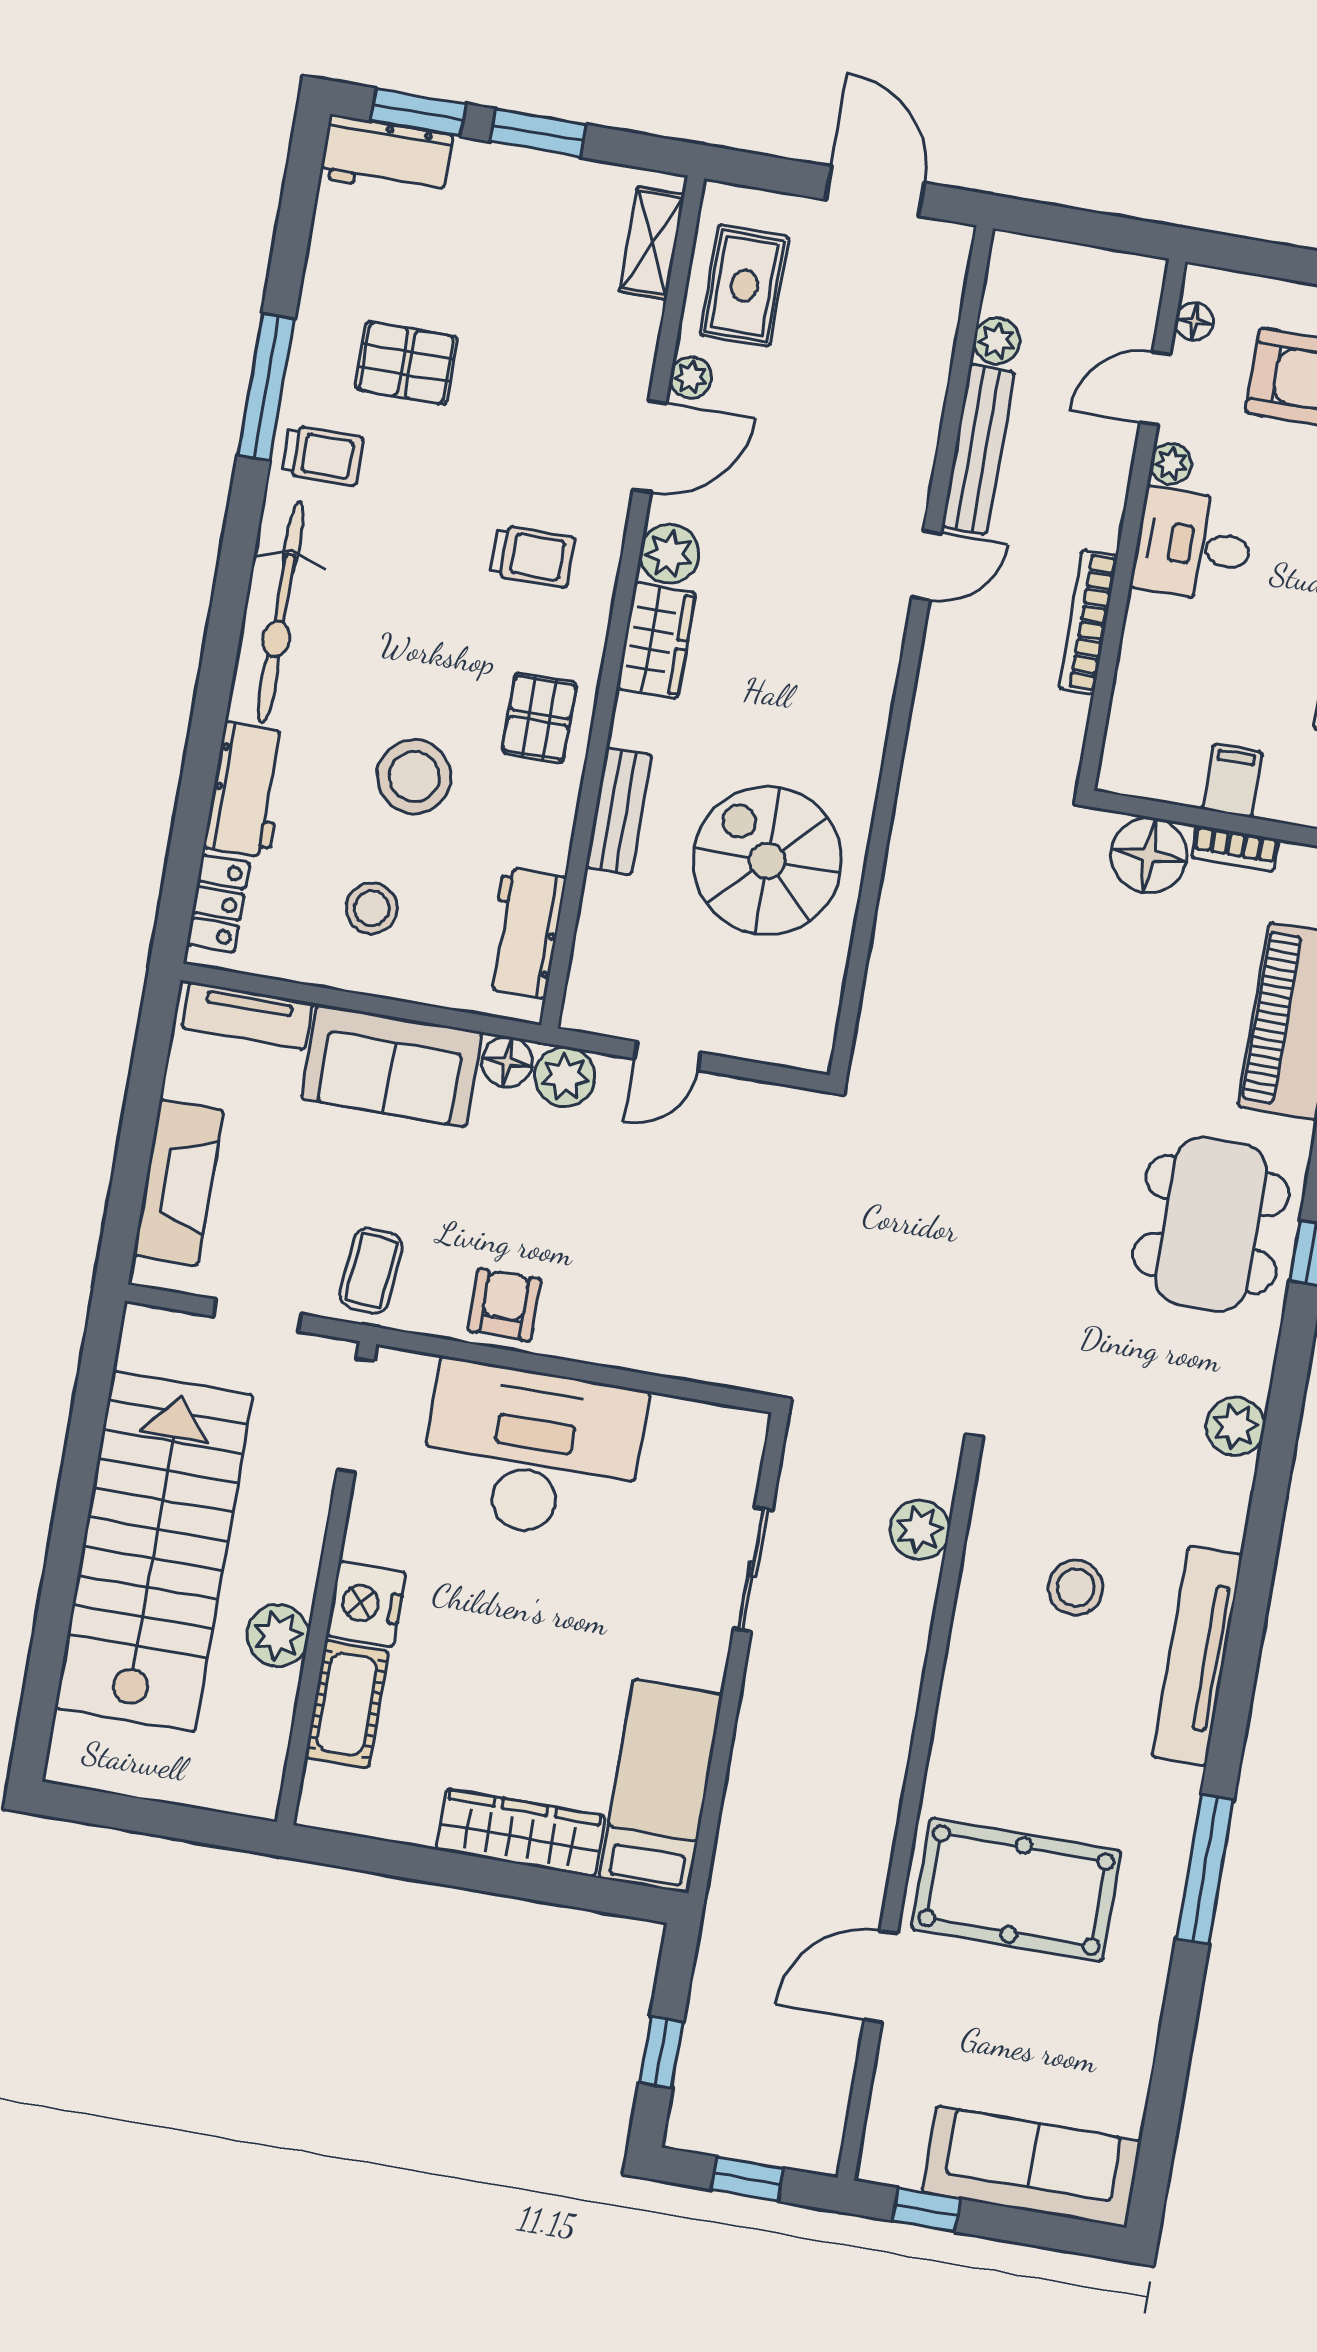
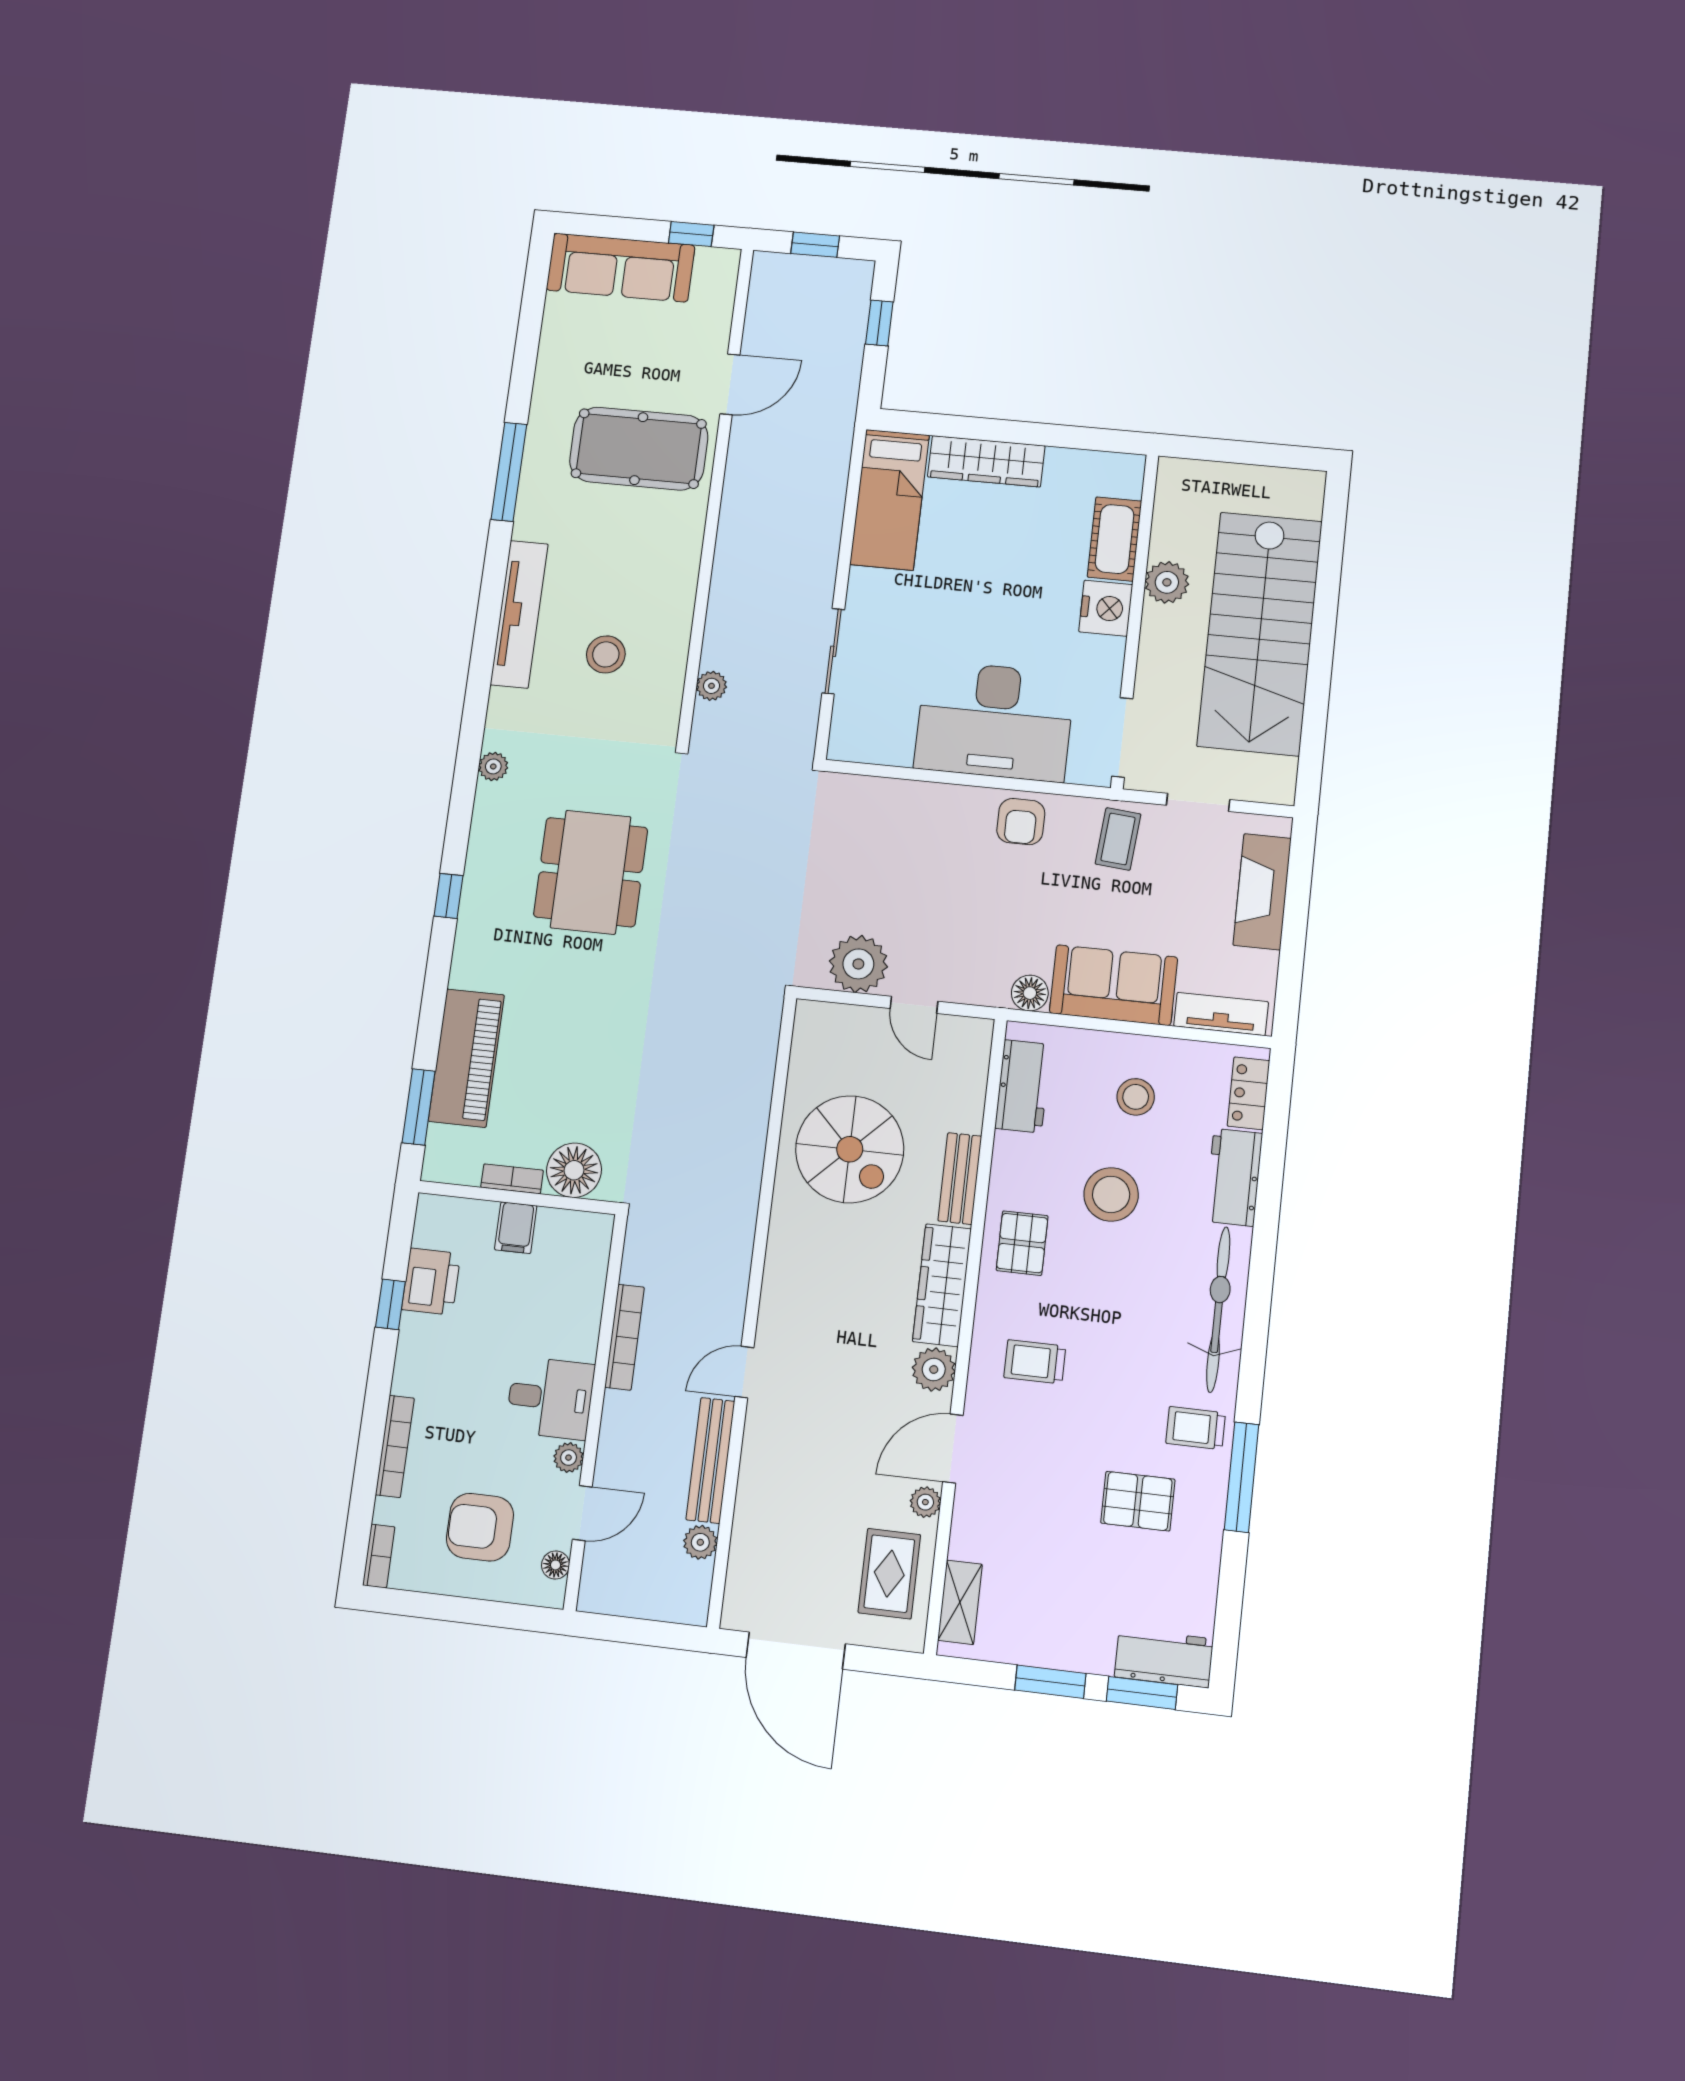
door: (875, 191) -> (796, 1651), width x1.36
wardrobe: (656, 641) -> (942, 1285), width x1.50
door: (668, 1056) -> (914, 1005), swing flipped
plant: (565, 1077) -> (858, 964), moved, width x1.36, depth x1.36
dining table: (1211, 1224) -> (591, 872), moved
plant: (1235, 1426) -> (493, 766), width x0.73, depth x0.73
plant: (920, 1530) -> (711, 686), width x0.73, depth x0.73

